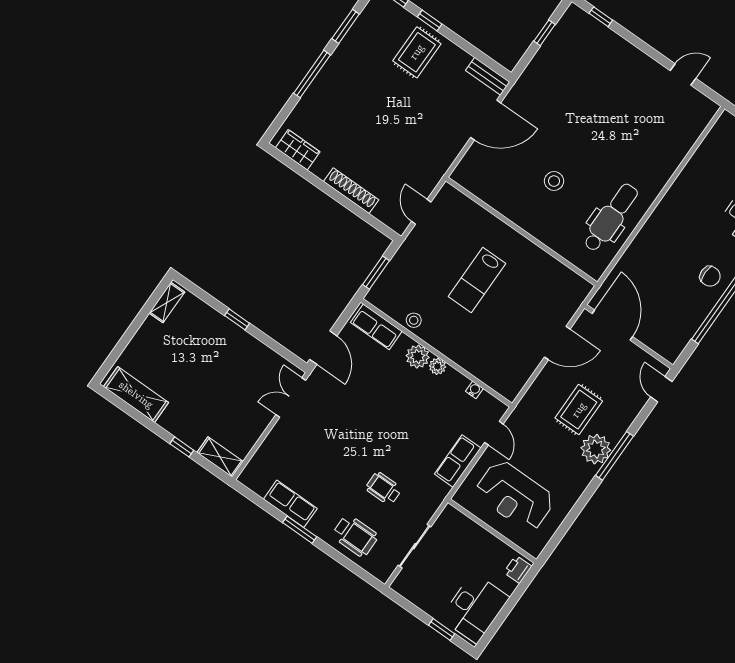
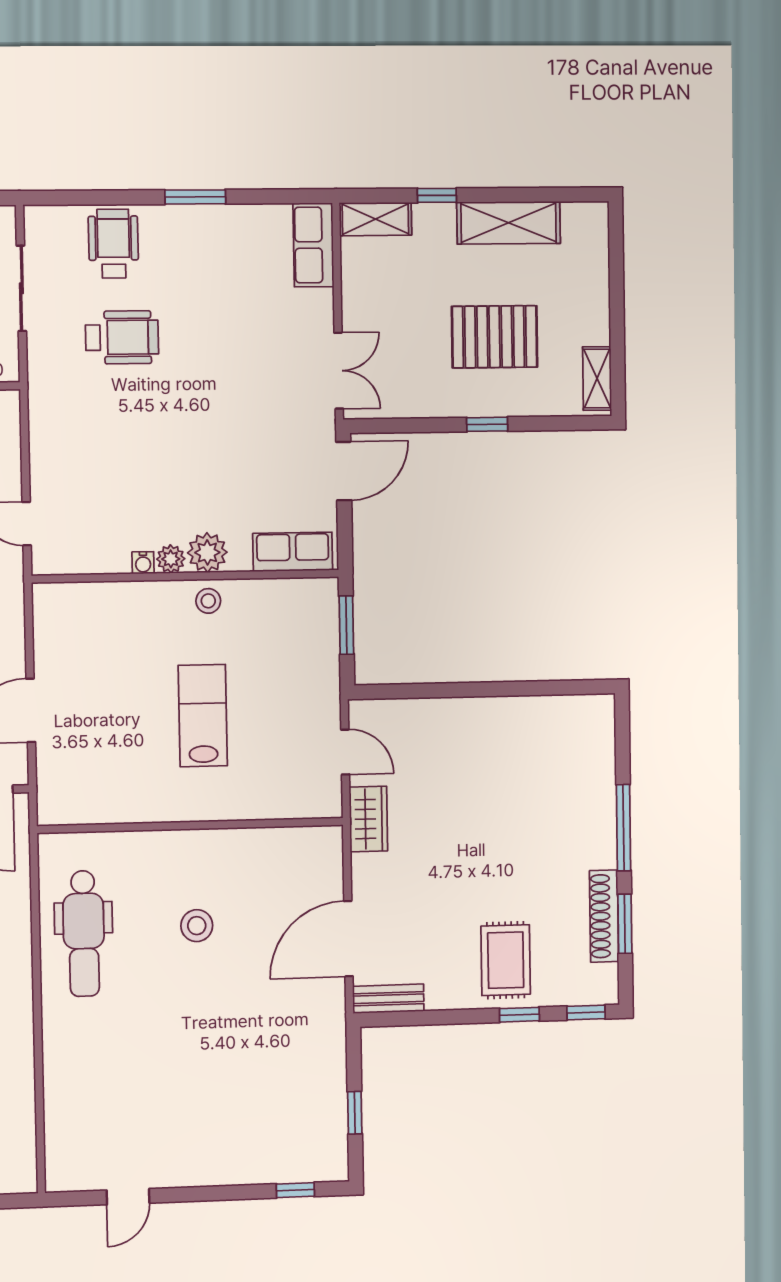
wardrobe: (298, 150) -> (368, 819), moved, turned -90
shoe rack: (351, 191) -> (604, 916), moved, turned 90
stool: (414, 320) -> (208, 601), moved
door: (323, 348) -> (344, 471), swing flipped
pallet: (203, 359) -> (495, 337), added
water cooler: (474, 390) -> (143, 563), moved
shelving: (136, 395) -> (509, 223), moved
row of seats: (458, 461) -> (48, 449), removed
wheelchair: (384, 488) -> (122, 337), width x1.36, depth x1.37
row of seats: (290, 504) -> (313, 245), moved, turned 90
wheelchair: (355, 536) -> (113, 244), turned 90

